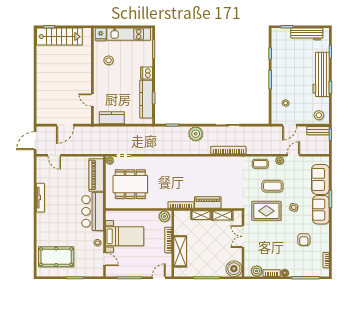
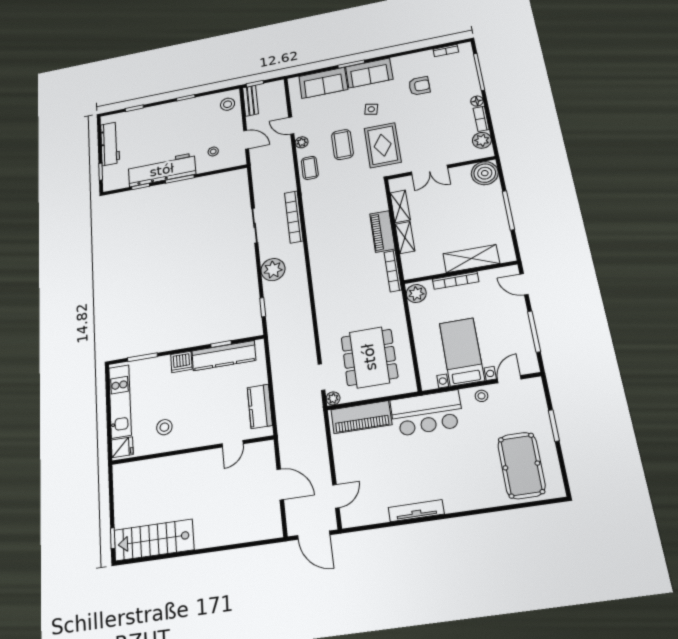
stairs: (59, 37) -> (154, 540), moved, turned -90
workbench: (321, 74) -> (162, 170), moved, turned 180

